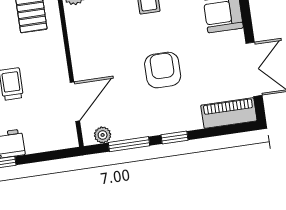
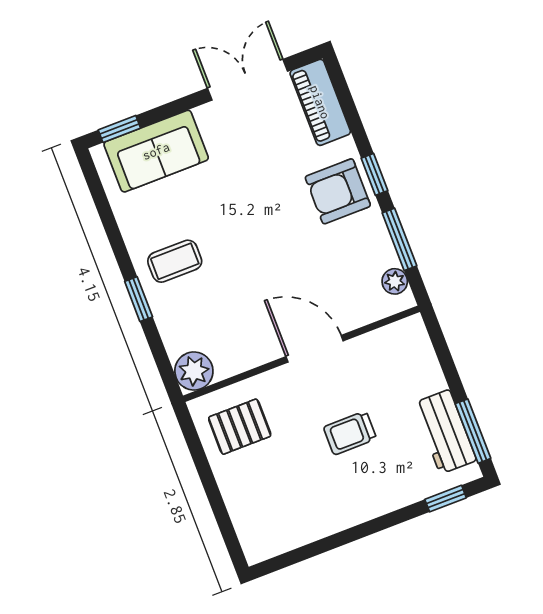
armchair: (163, 70) -> (338, 191), moved
door: (75, 102) -> (315, 349), moved

